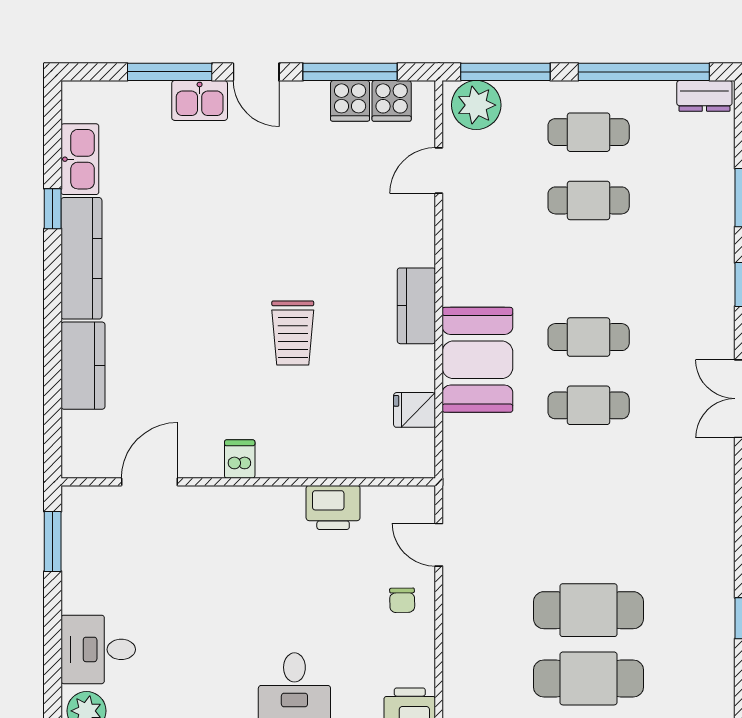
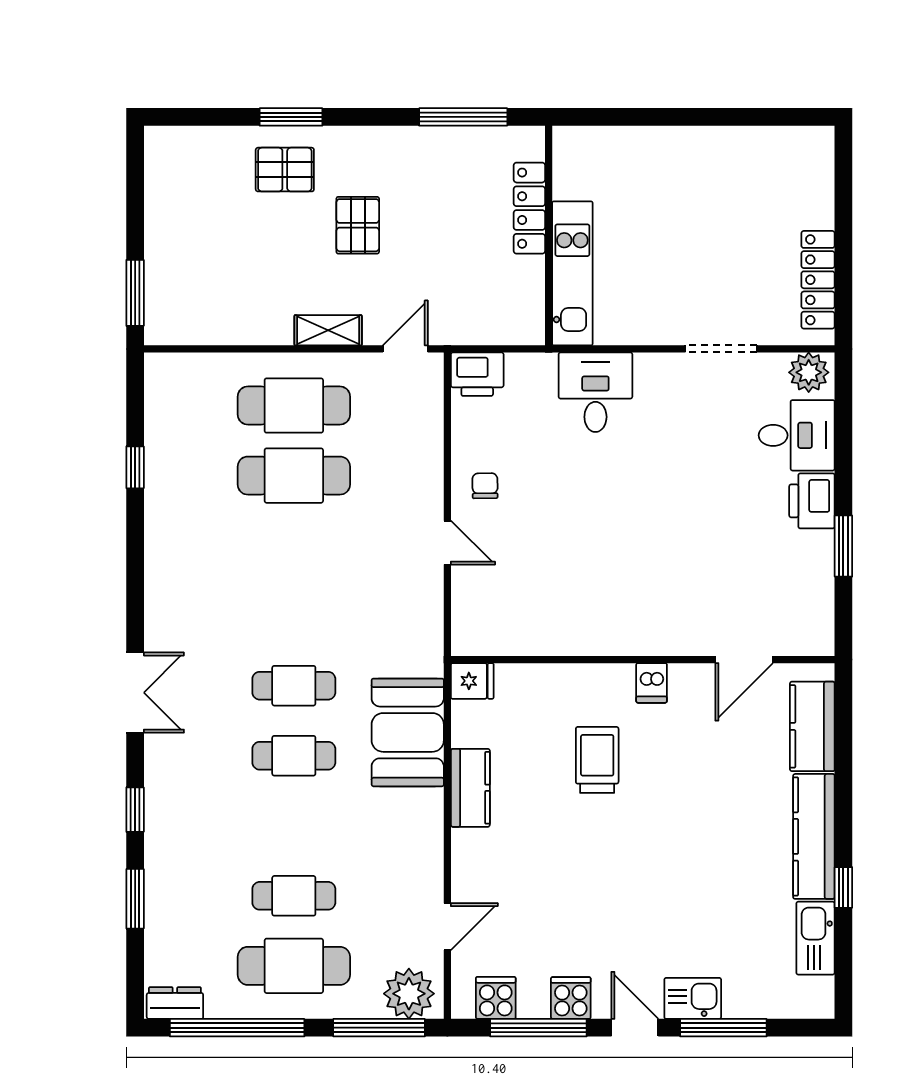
cooker: (350, 101) -> (571, 998), moved
cafe table: (589, 132) -> (294, 966), width x1.37, depth x1.35
dishwasher: (240, 459) -> (652, 683), moved
door: (149, 482) -> (744, 660), moved
wall: (248, 482) -> (643, 660), moved
printer: (333, 507) -> (812, 501), moved, turned -90

